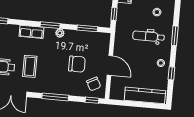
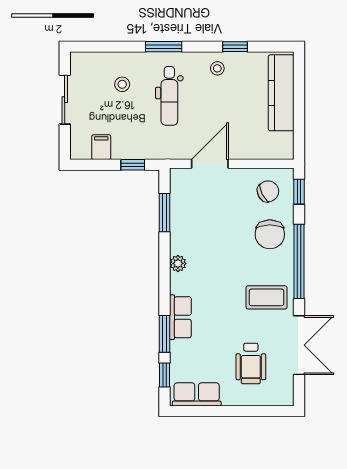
window: (50, 25) -> (165, 334), moved
chair: (77, 64) -> (270, 234), moved, turned 180
door: (110, 65) -> (210, 164), moved
coffee table: (30, 66) -> (267, 297), moved
window: (55, 97) -> (299, 261), width x1.46

